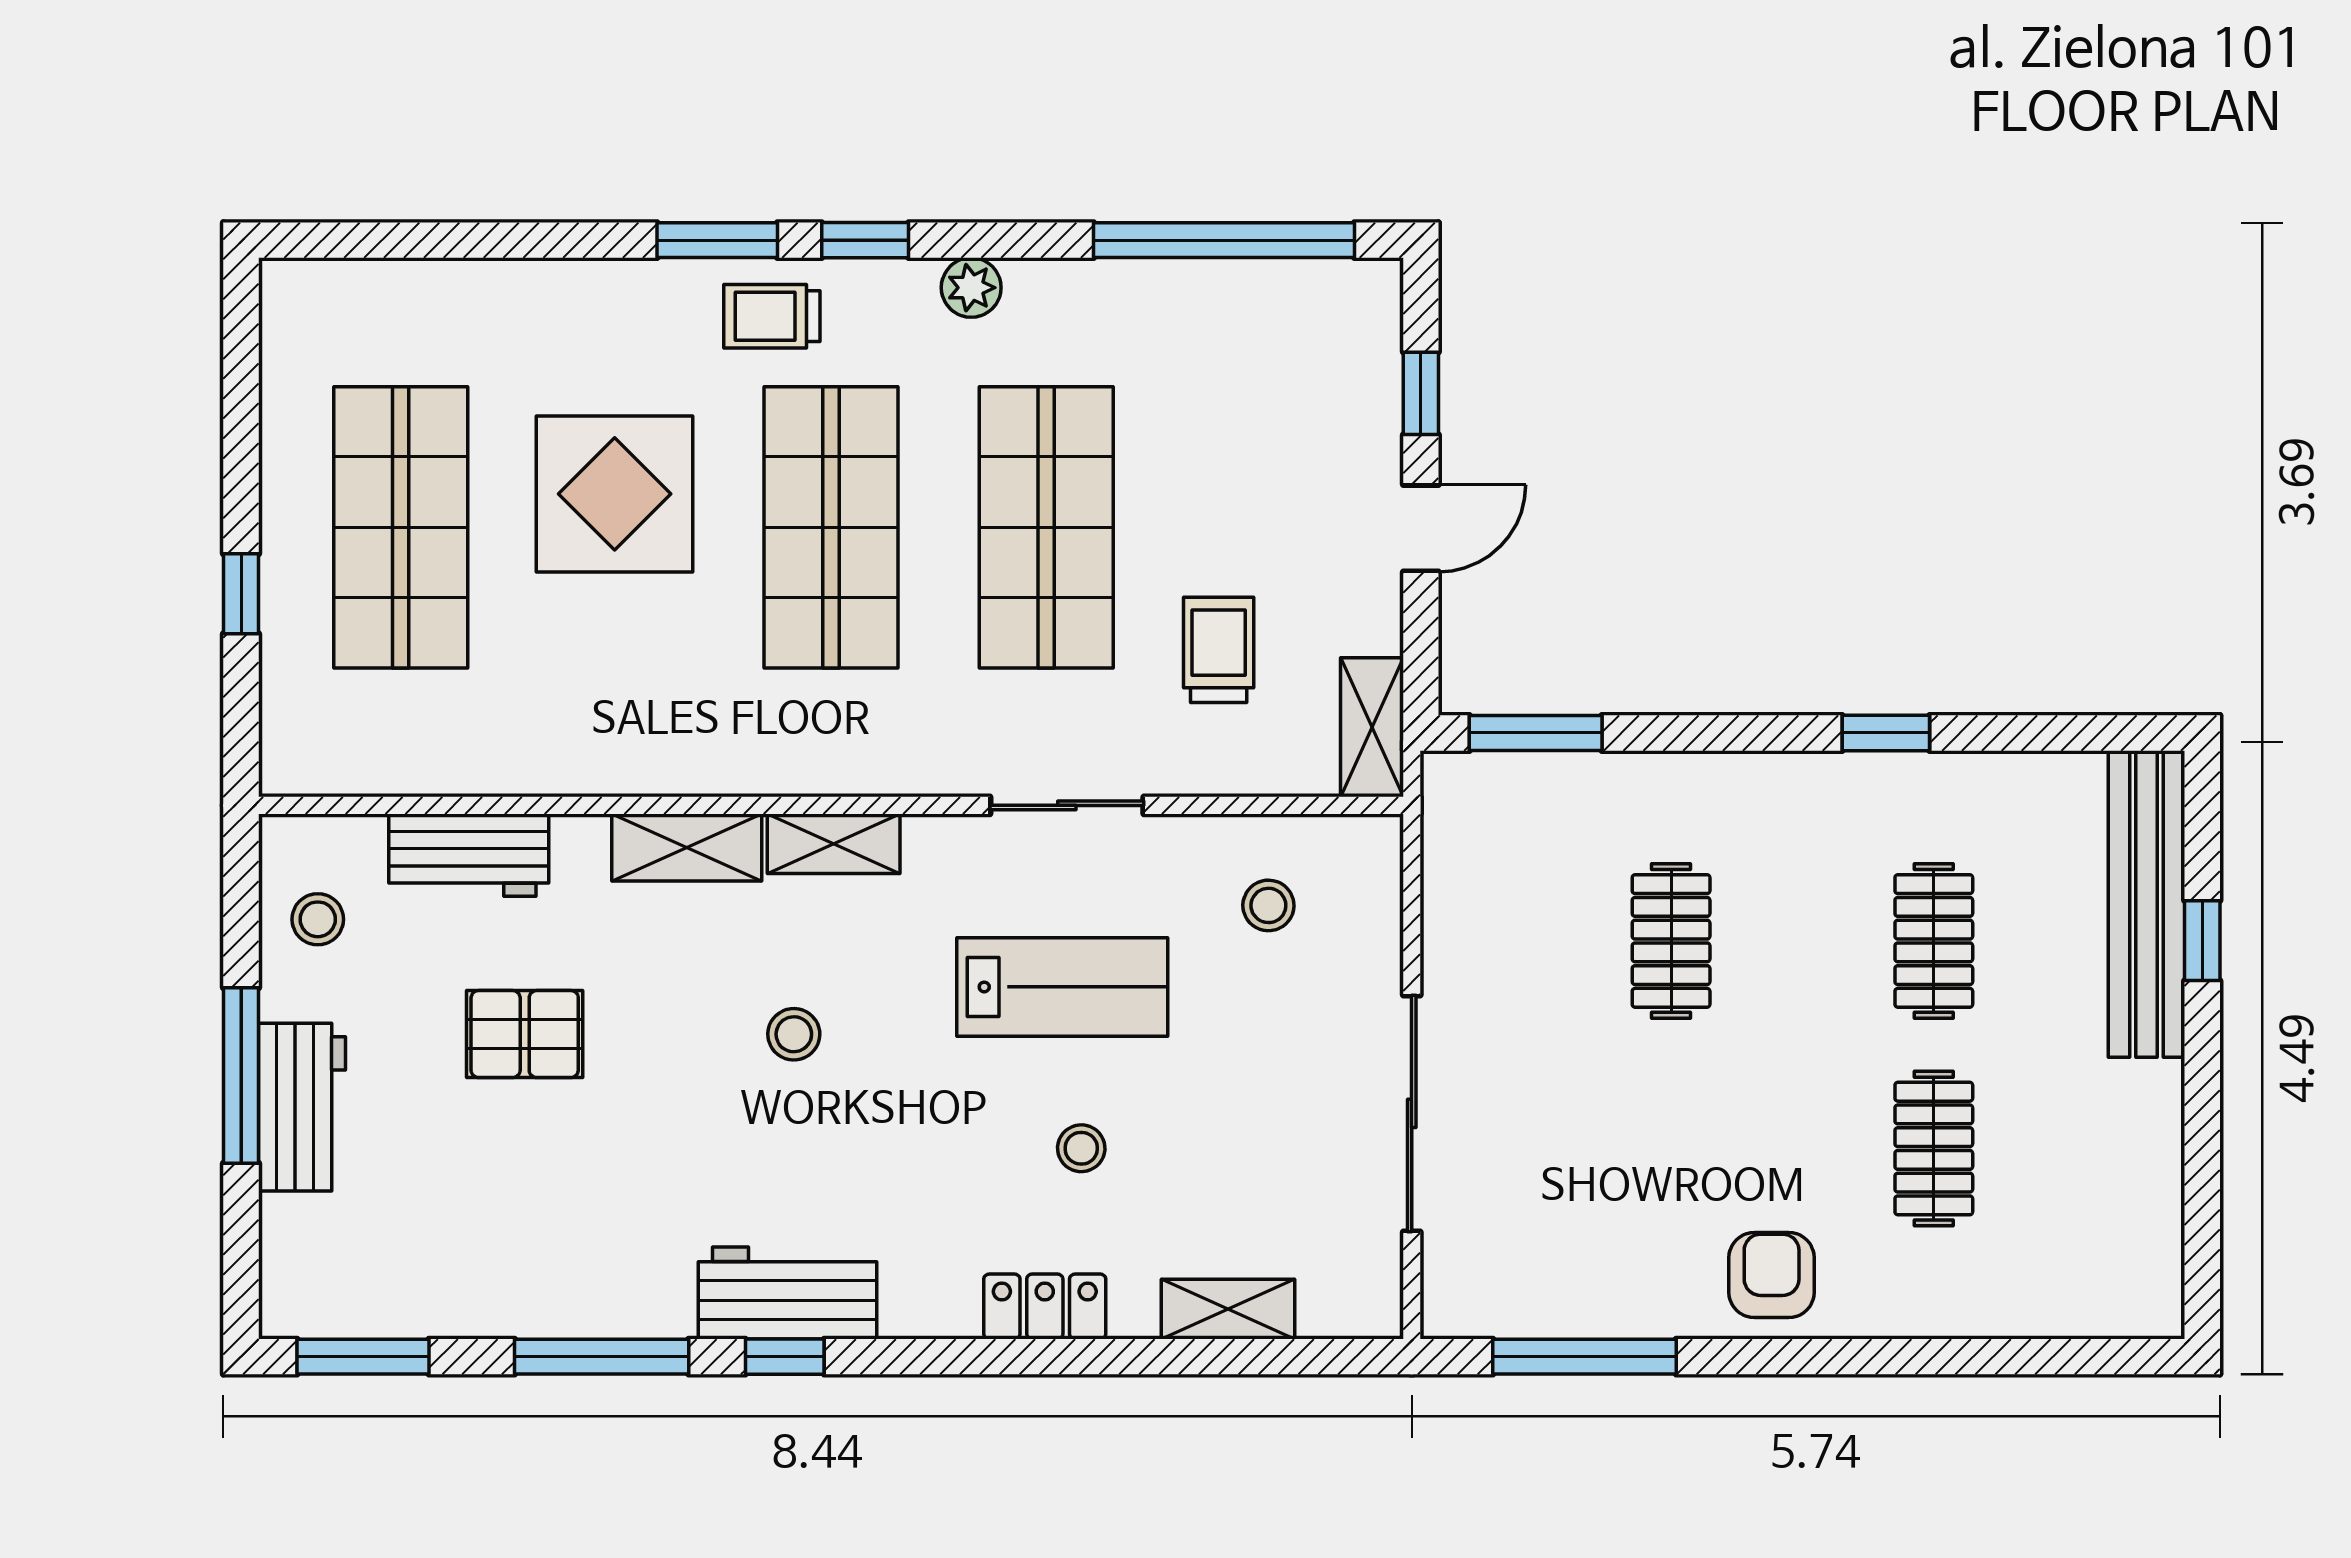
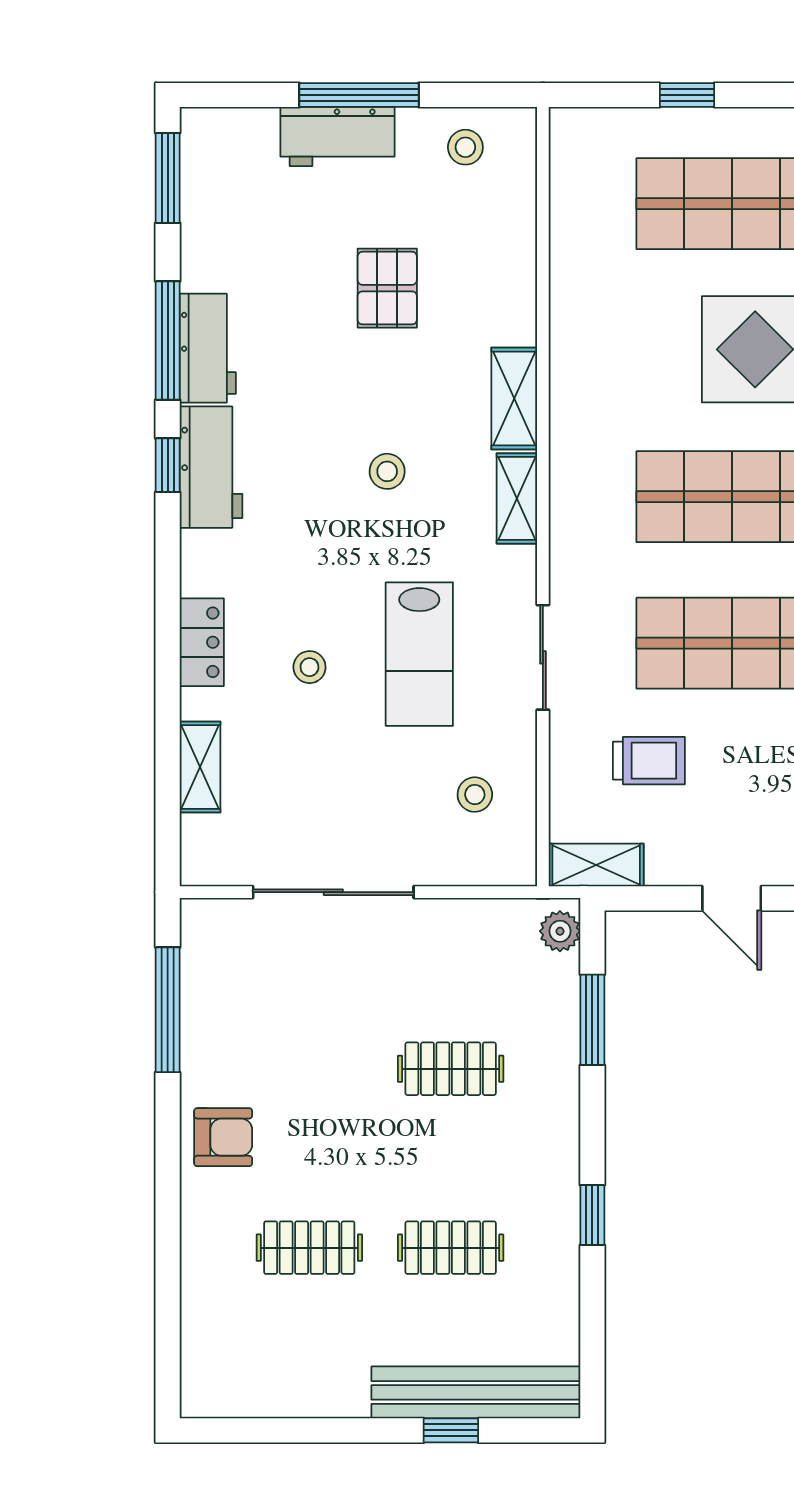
window: (1536, 733) -> (592, 1020), moved
plant: (1469, 780) -> (560, 931), added
workbench: (469, 855) -> (208, 348), moved, turned 180

